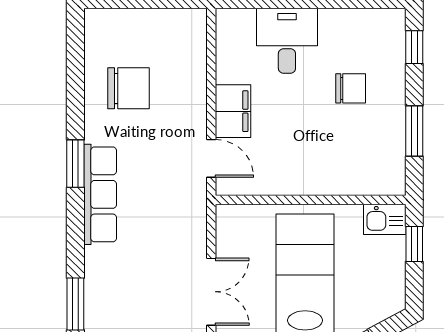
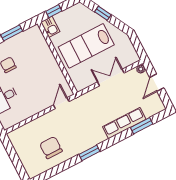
filing cabinet: (233, 111) -> (39, 104), removed
row of seats: (100, 194) -> (124, 123), moved

